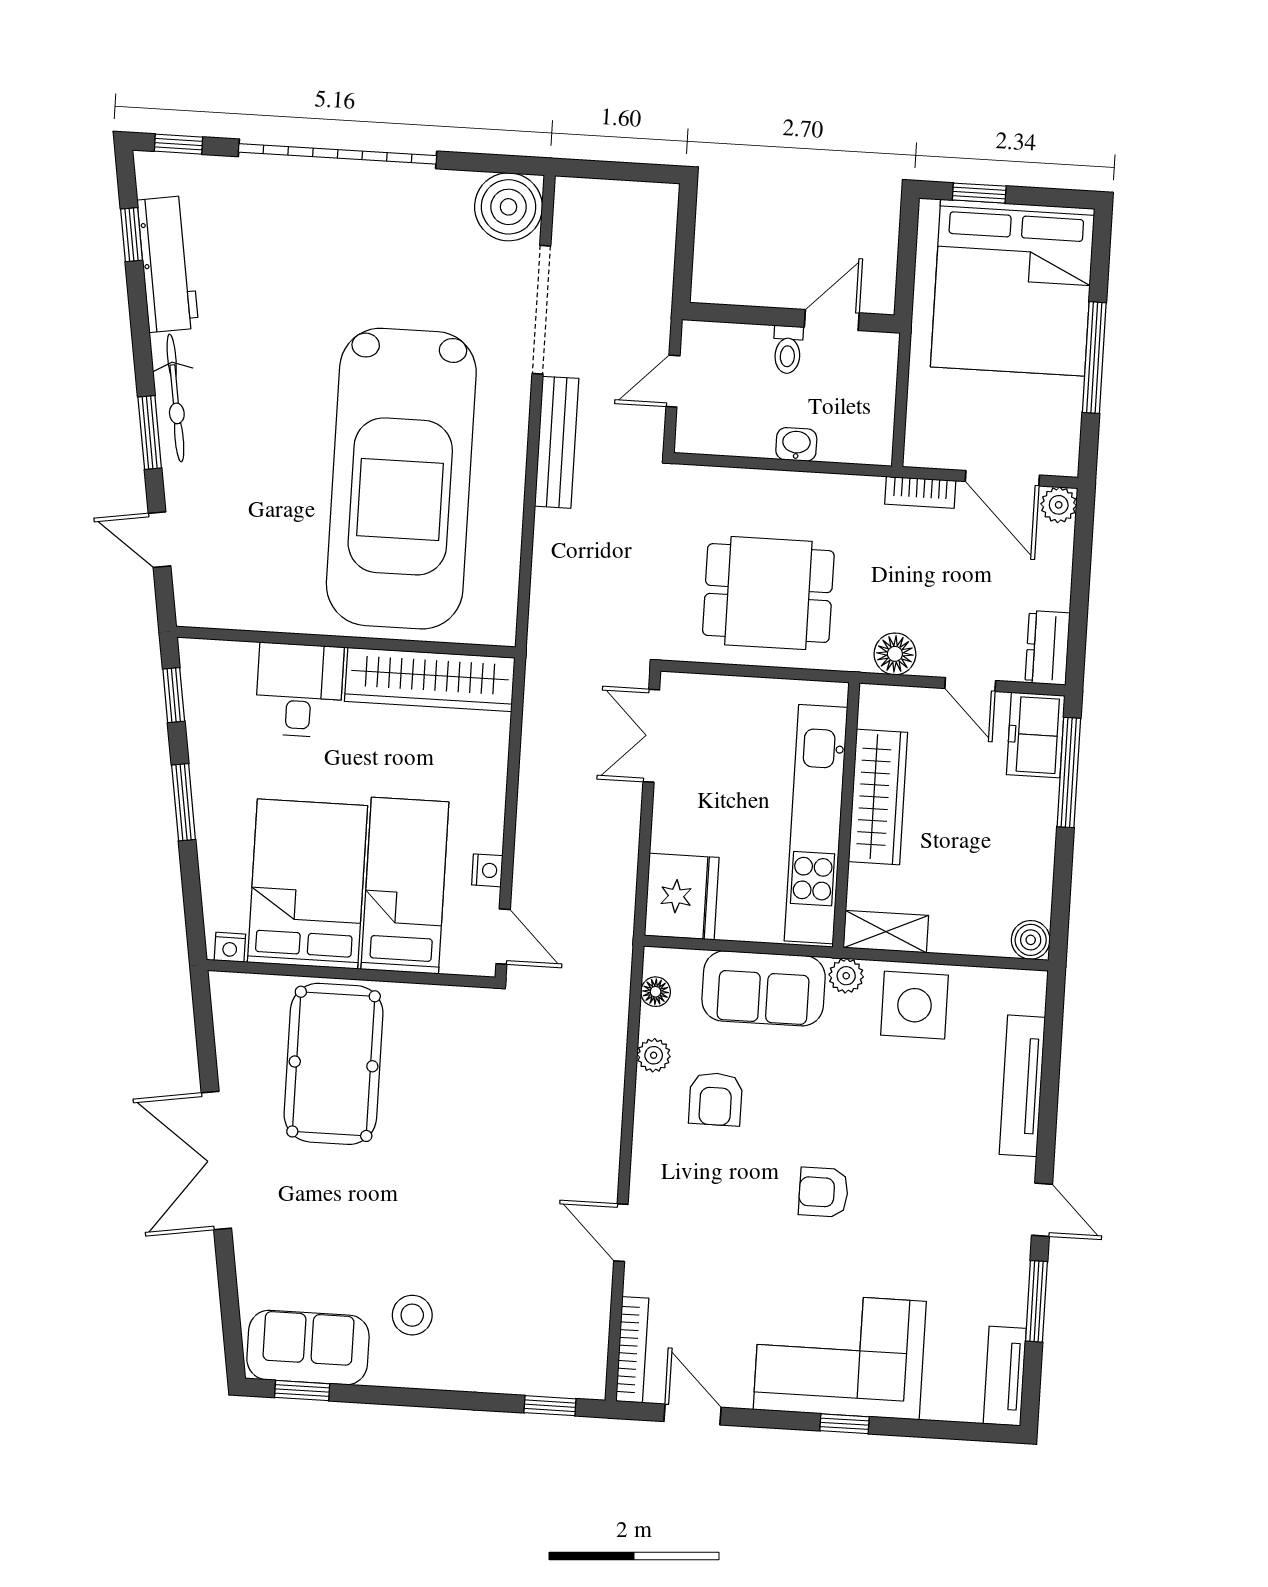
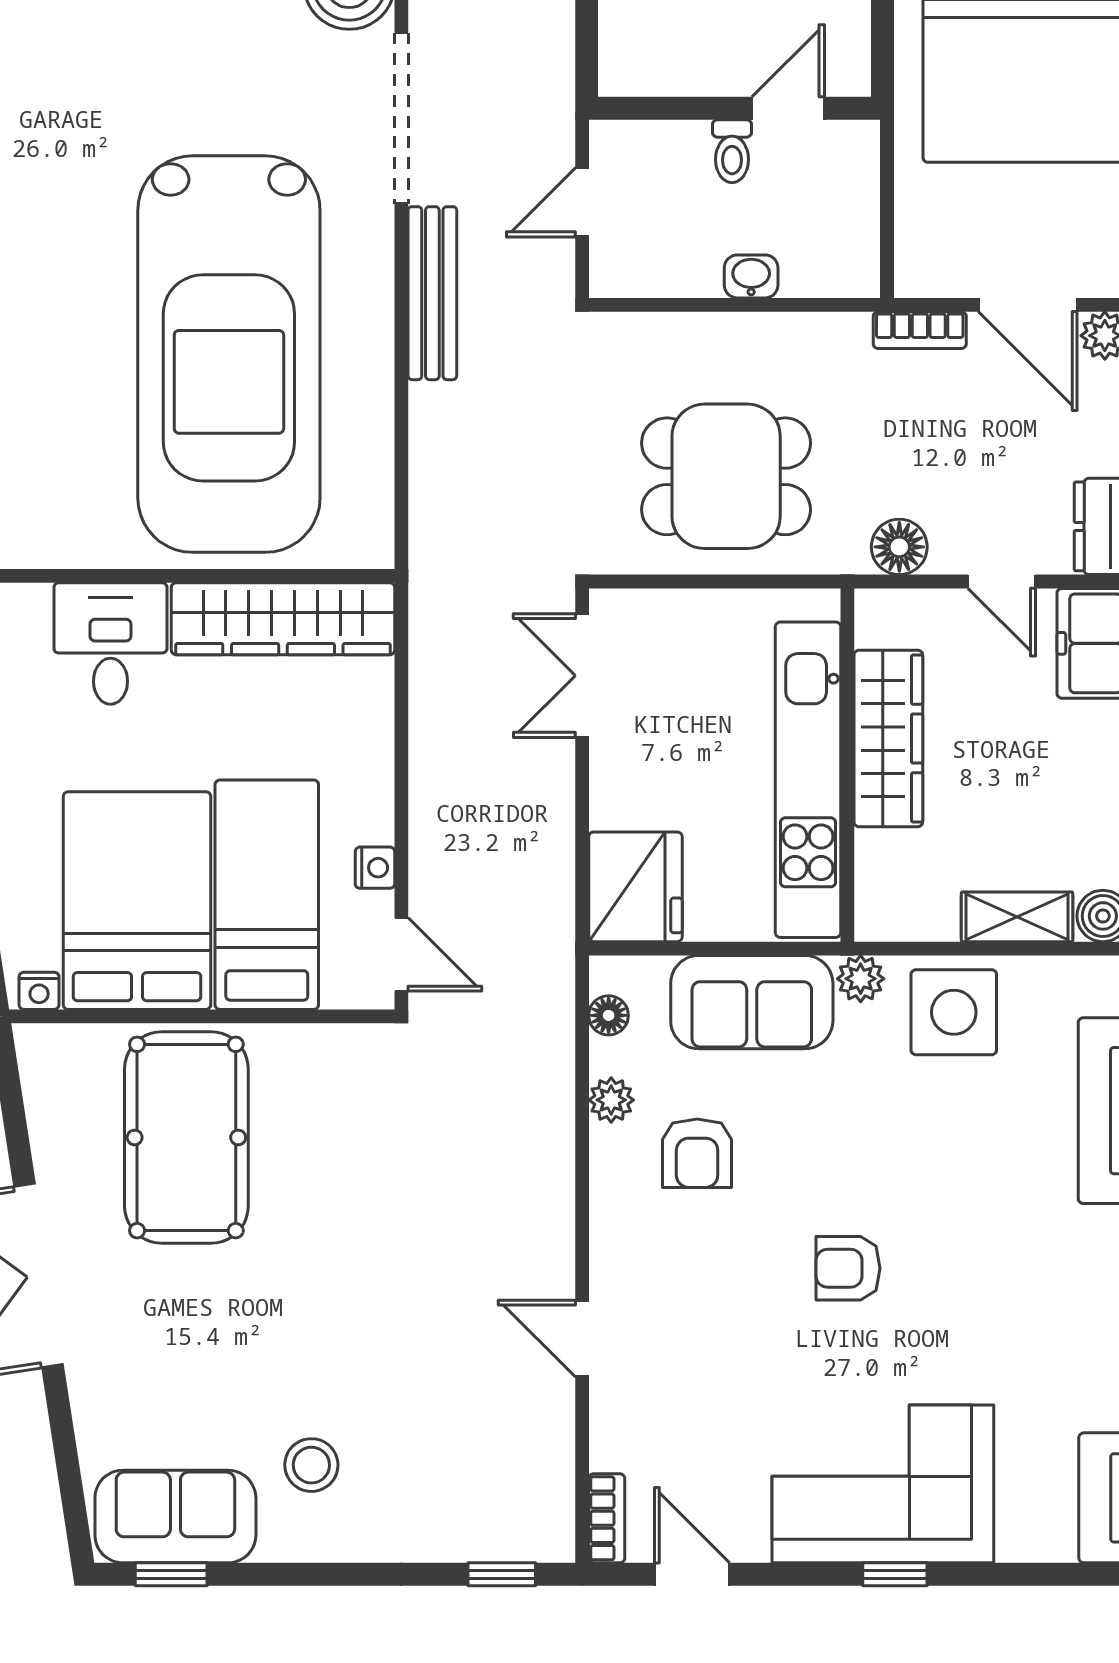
shelving: (886, 932) -> (1017, 917), moved
bookcase: (632, 1350) -> (607, 1518), width x0.64

